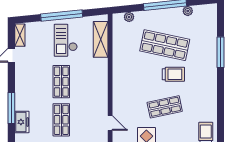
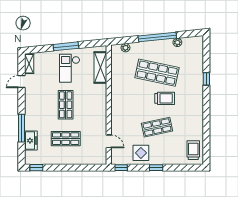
window: (62, 15) -> (66, 46), width x0.68
window: (220, 52) -> (206, 79), width x0.46
shop shelf: (61, 120) -> (66, 139), turned 90

